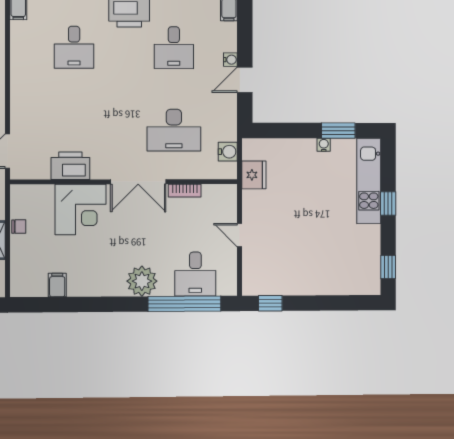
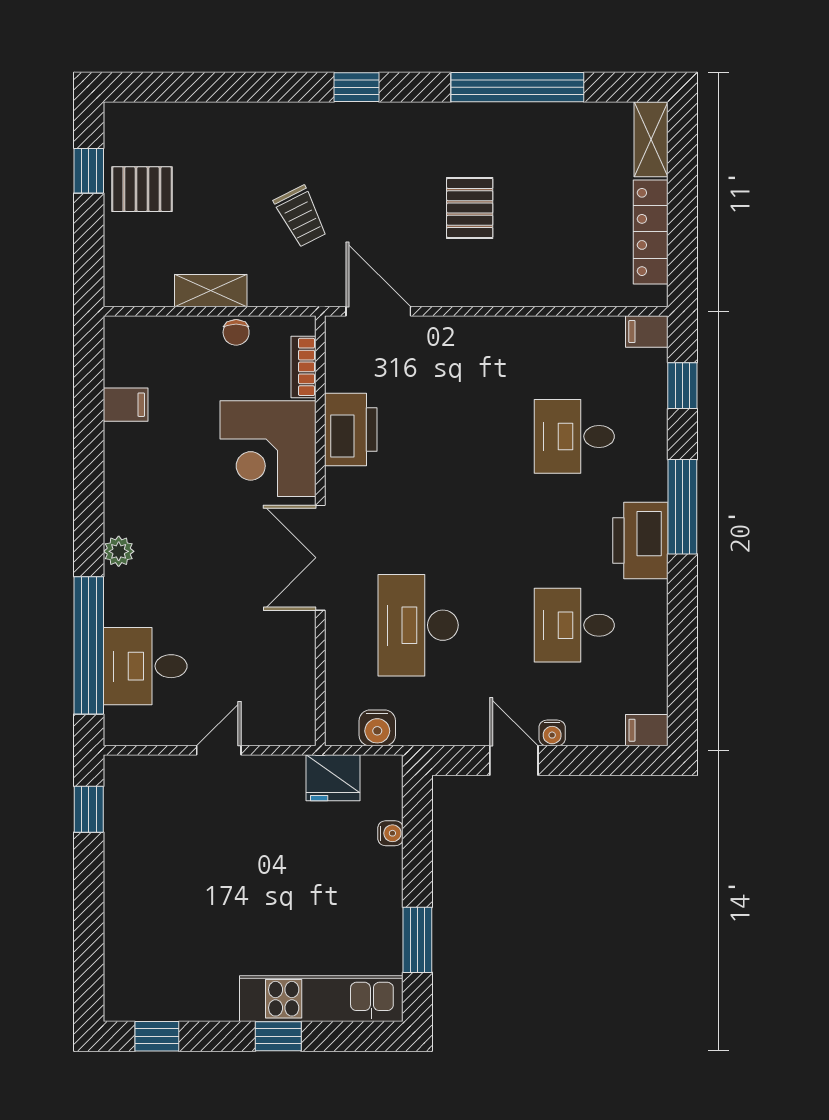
water cooler: (324, 145) -> (390, 833), moved
bookcase: (185, 191) -> (304, 367), moved
plant: (142, 281) -> (119, 551), width x0.53, depth x0.53

